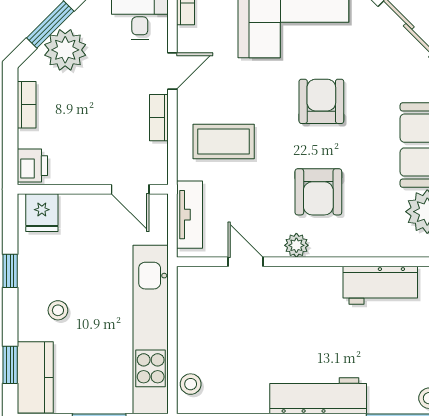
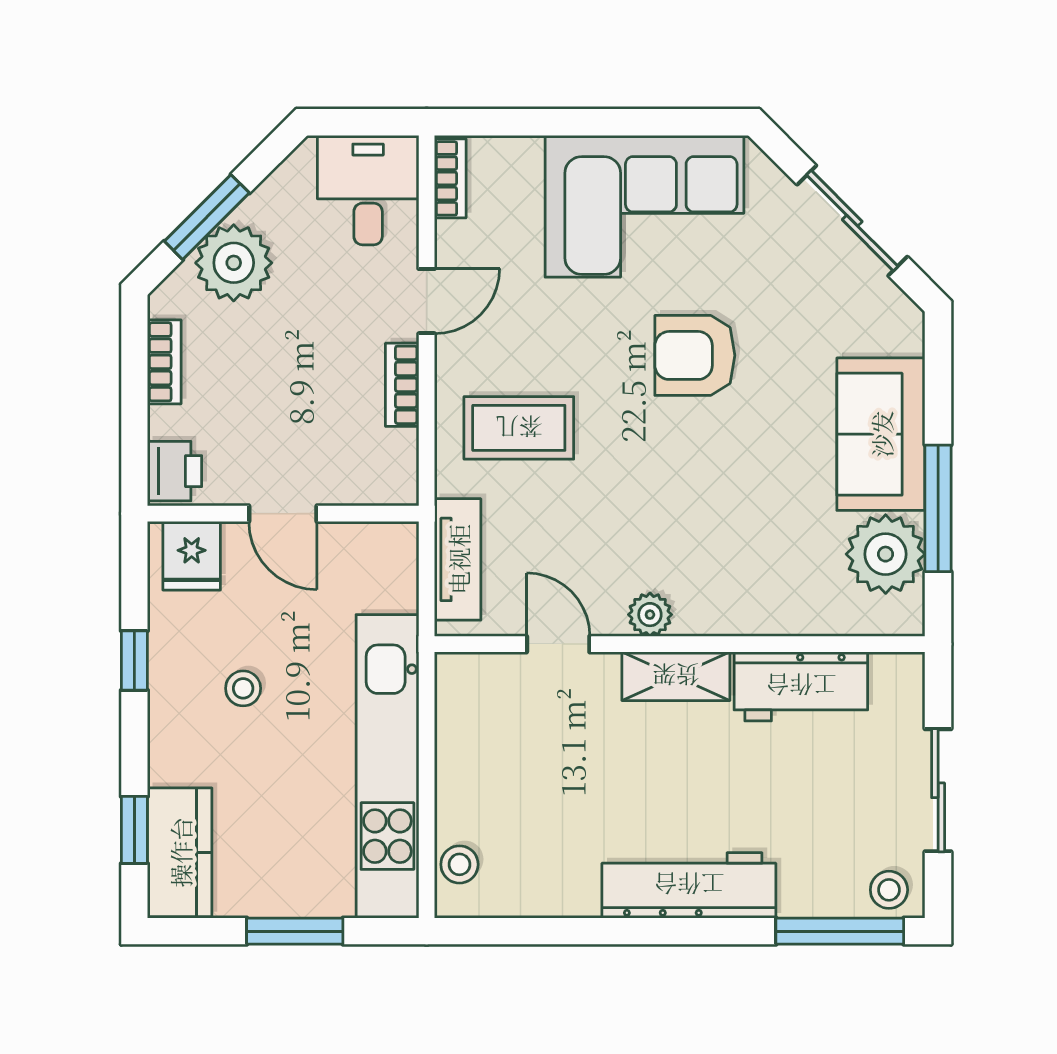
armchair: (321, 101) -> (695, 355), turned -90
door: (130, 189) -> (283, 514), moved
armchair: (318, 192) -> (689, 518), removed
shelving: (311, 280) -> (676, 676), added
stool: (58, 310) -> (243, 688), moved

